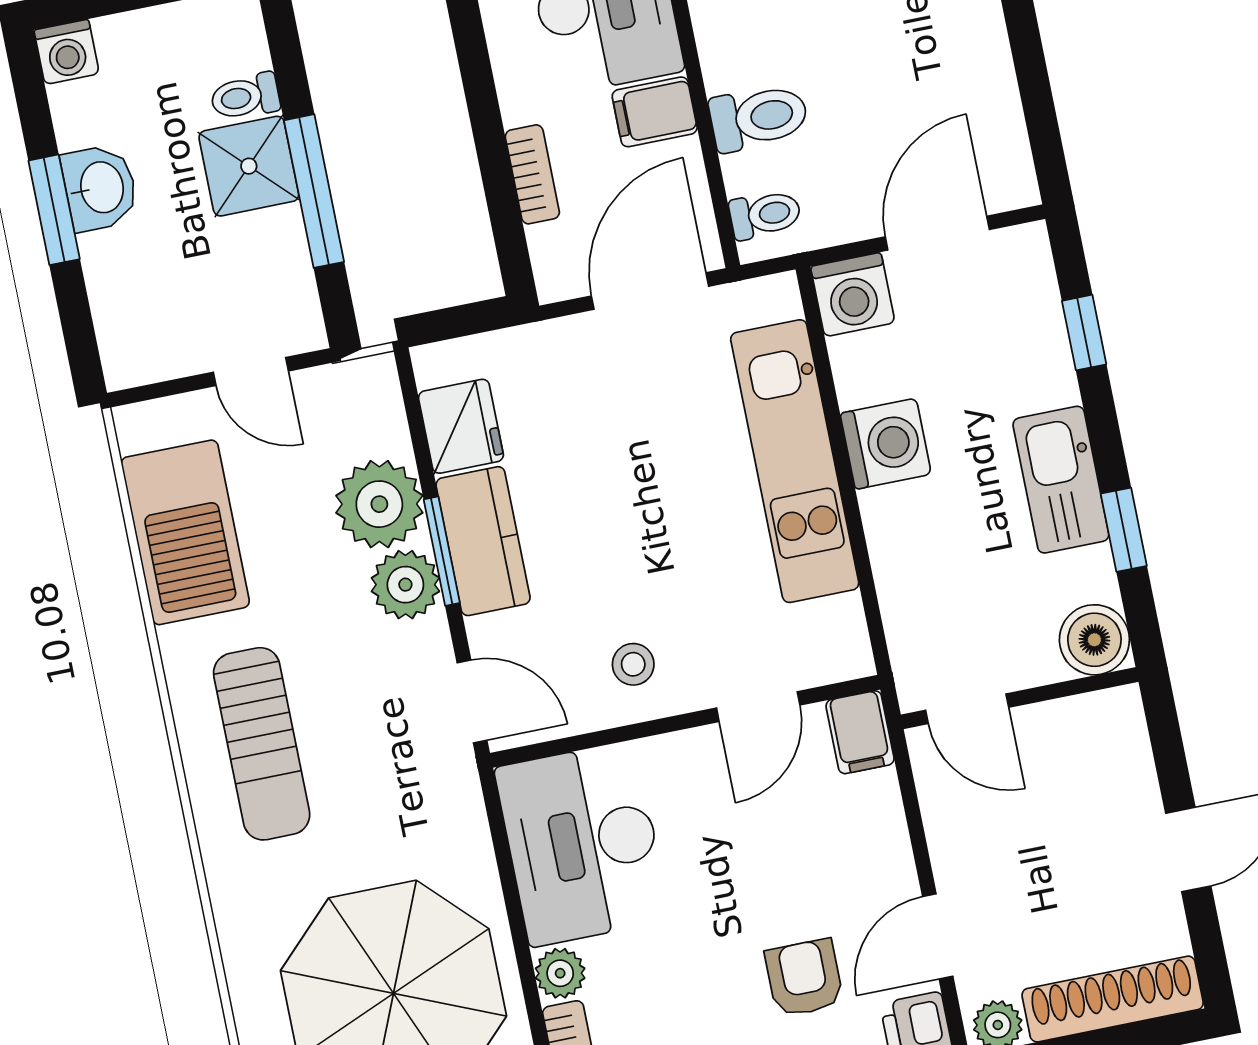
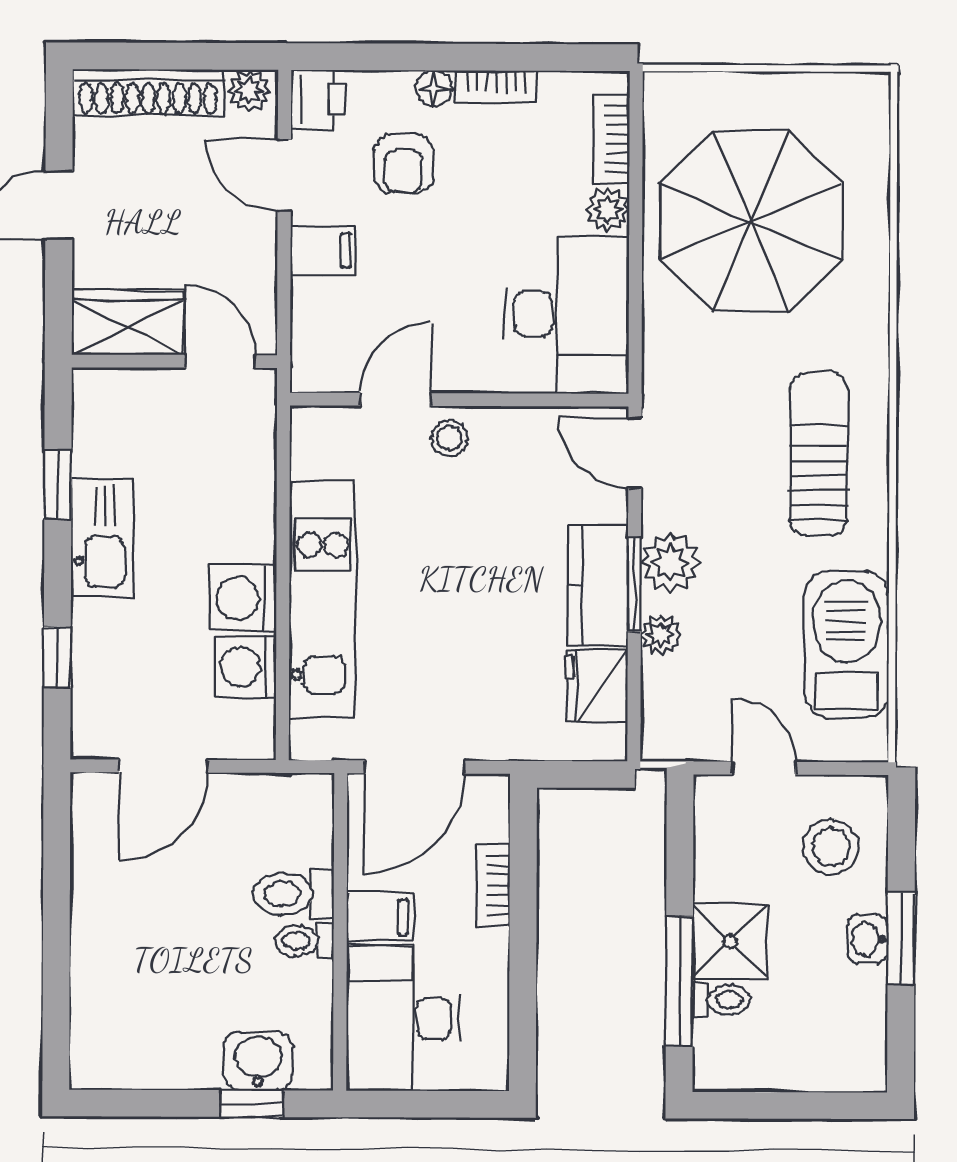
washing machine: (67, 52) -> (863, 1068), removed
washbasin: (100, 188) -> (868, 939), width x0.72, depth x0.69
window: (314, 191) -> (679, 981), moved
toilet: (765, 215) -> (304, 941), moved
washing machine: (853, 295) -> (245, 667), moved, turned -90
stool: (156, 297) -> (831, 847), added
plant: (379, 504) -> (661, 635), width x0.53, depth x0.53
boiler: (1094, 640) -> (102, 398), removed
stool: (633, 664) -> (450, 438), moved
filing cabinet: (860, 732) -> (323, 250), moved, turned 90
wardrobe: (1082, 732) -> (128, 322), added
door: (938, 936) -> (284, 175), swing flipped

